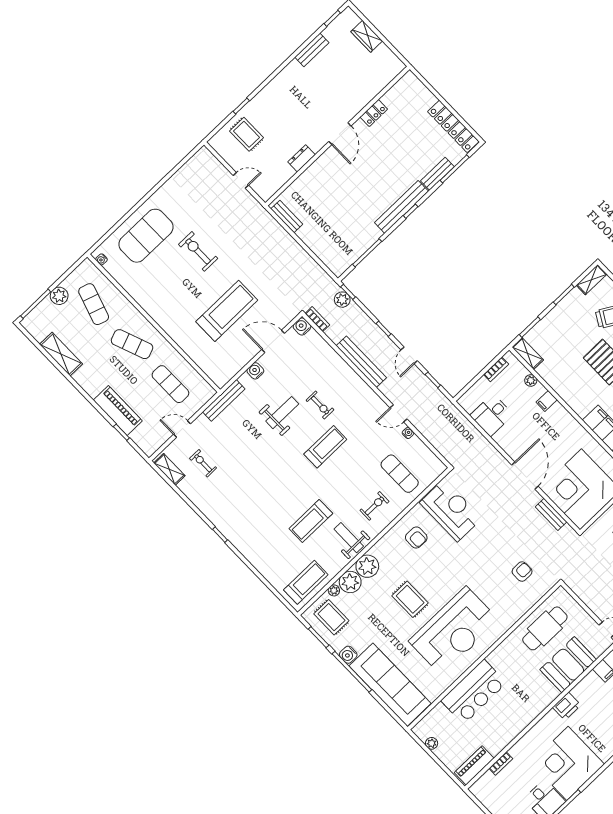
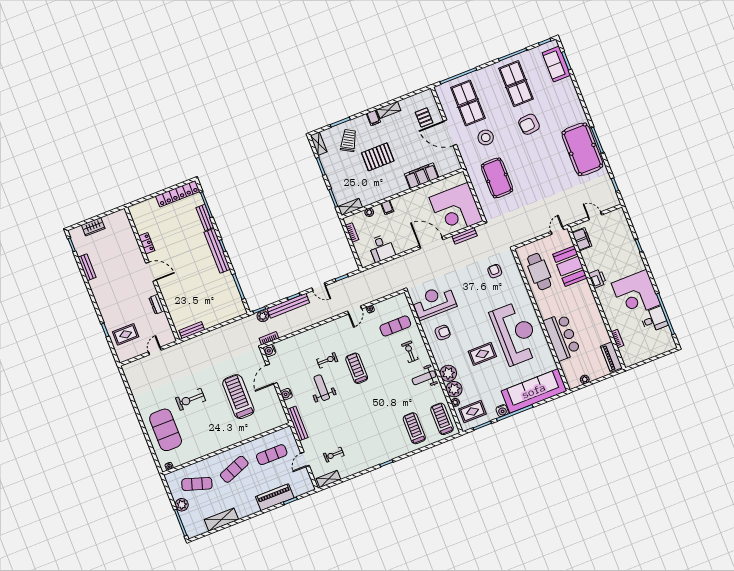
bench: (361, 362) -> (288, 306), moved
treadmill: (311, 521) -> (414, 428), moved, turned 180

